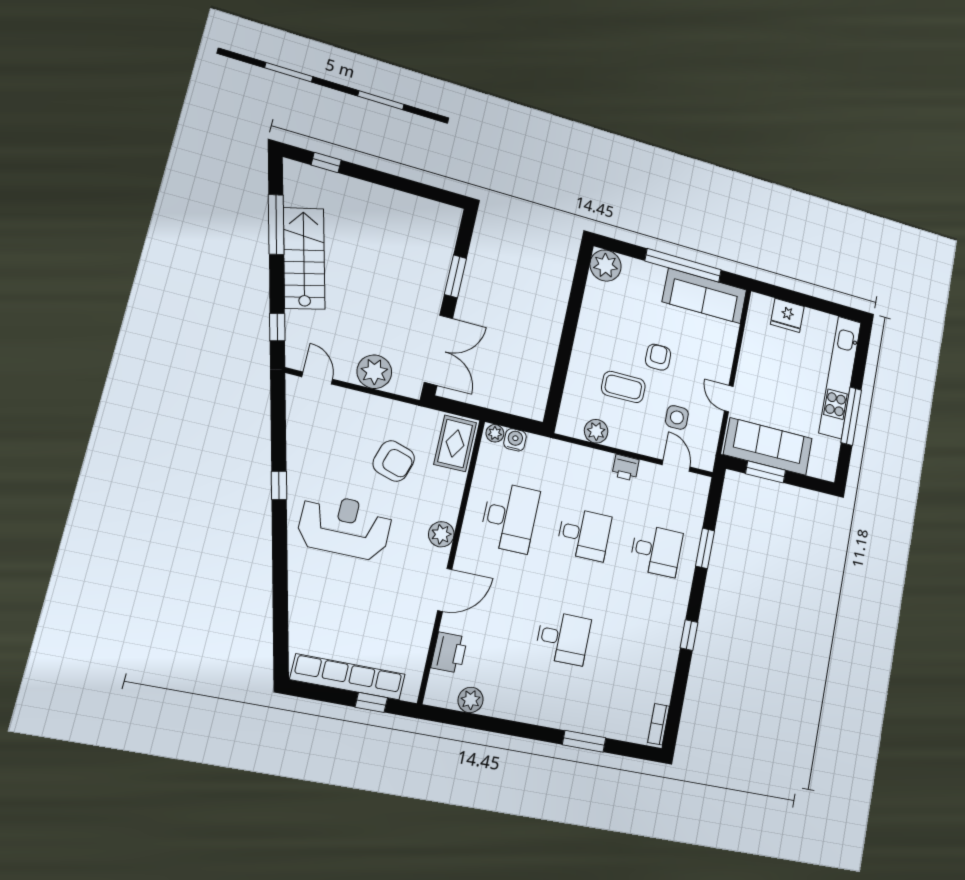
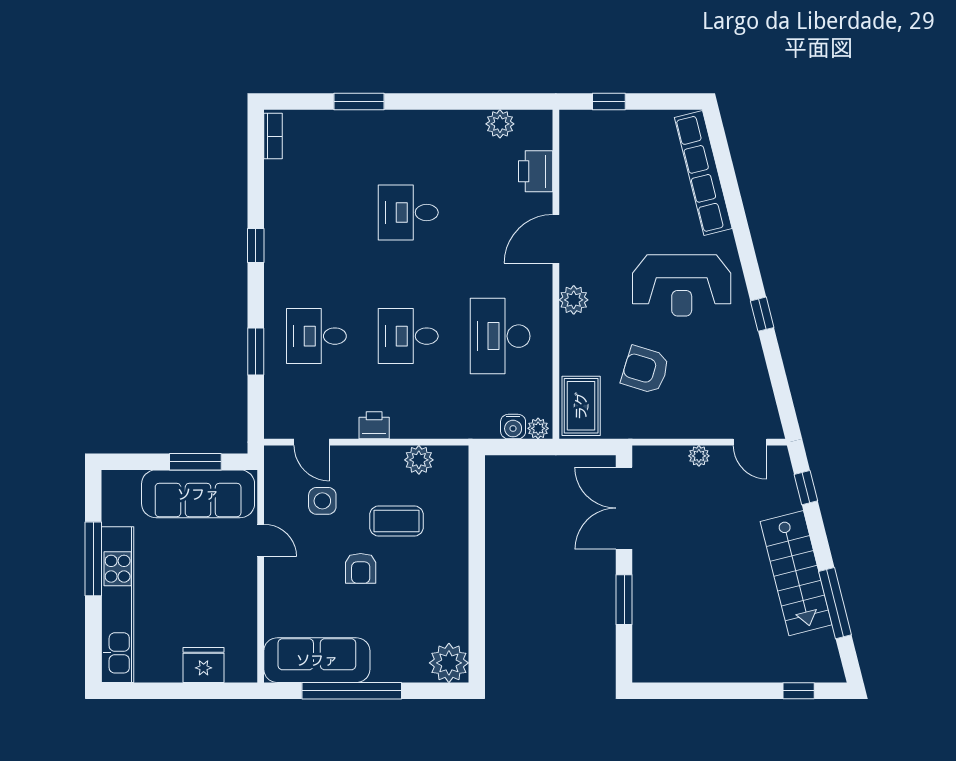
plant: (374, 372) -> (699, 456), width x0.53, depth x0.53
row of seats: (348, 677) -> (703, 173), moved, turned 76

